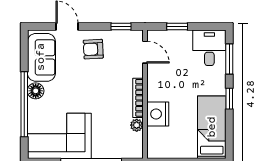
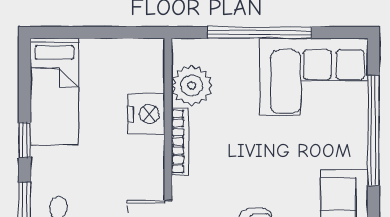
floor lamp: (36, 91) -> (354, 153), removed
plant: (137, 125) -> (192, 85), width x1.88, depth x1.88

